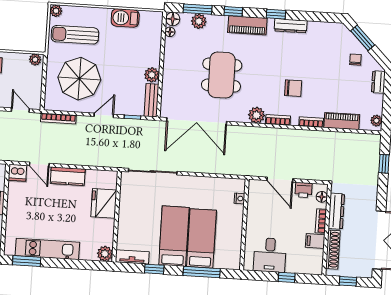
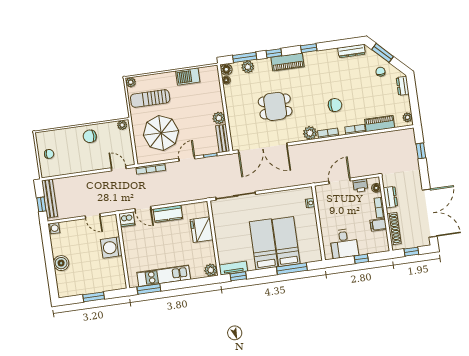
dresser: (291, 26) -> (351, 51), moved
dining table: (222, 75) -> (275, 106), width x0.73
door: (280, 180) -> (340, 181), swing flipped
dresser: (336, 211) -> (390, 197), width x0.70
window: (154, 269) -> (238, 276), moved

